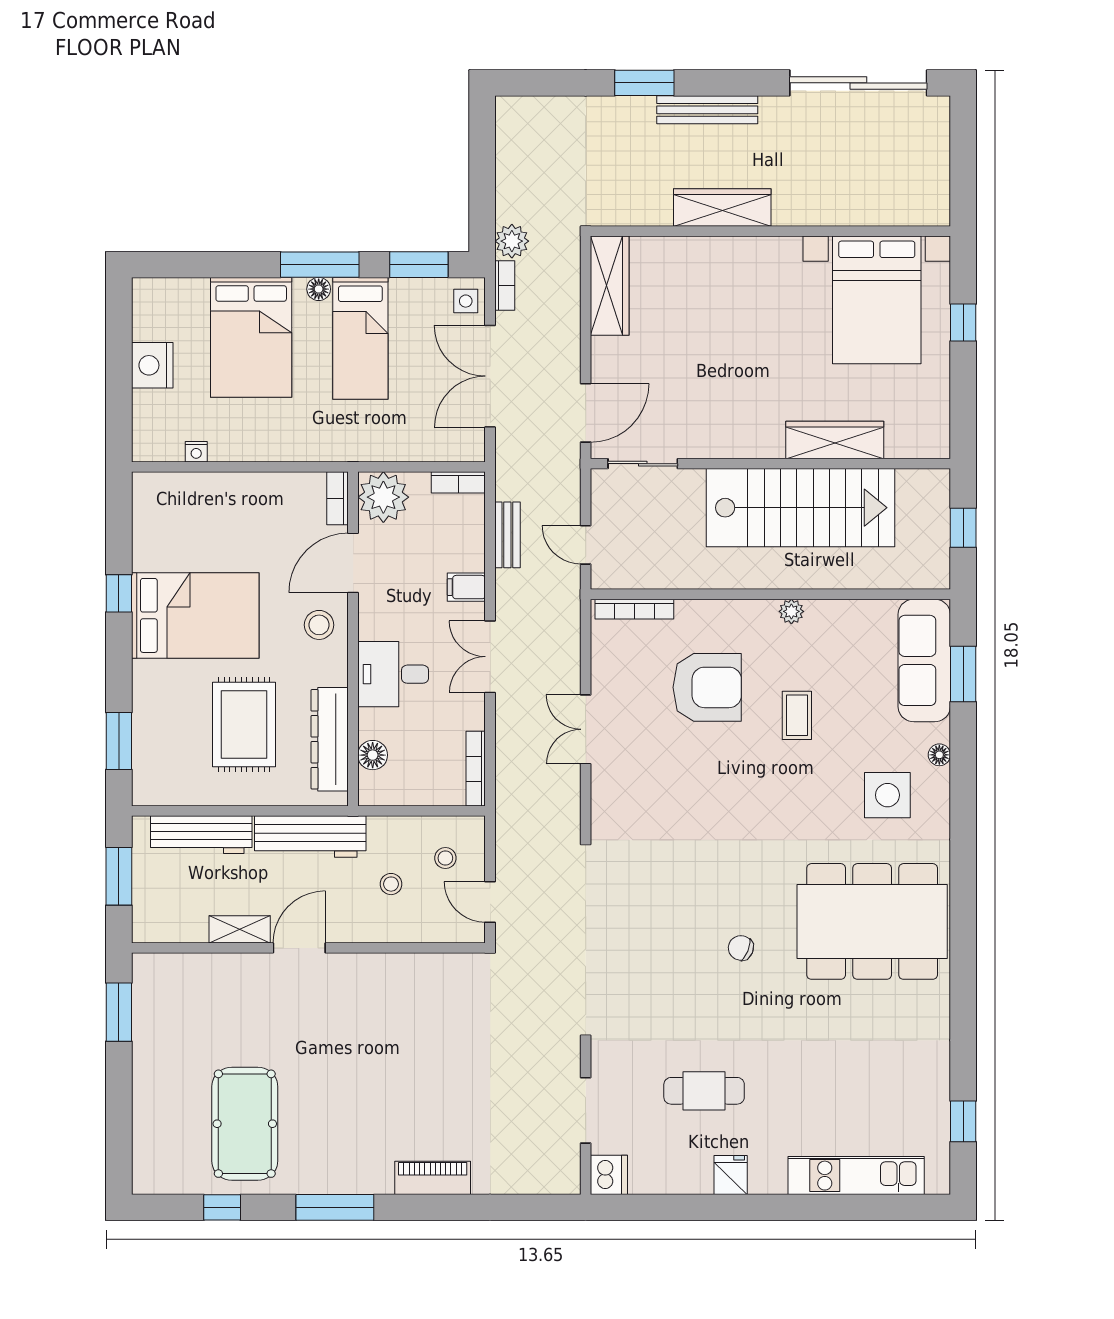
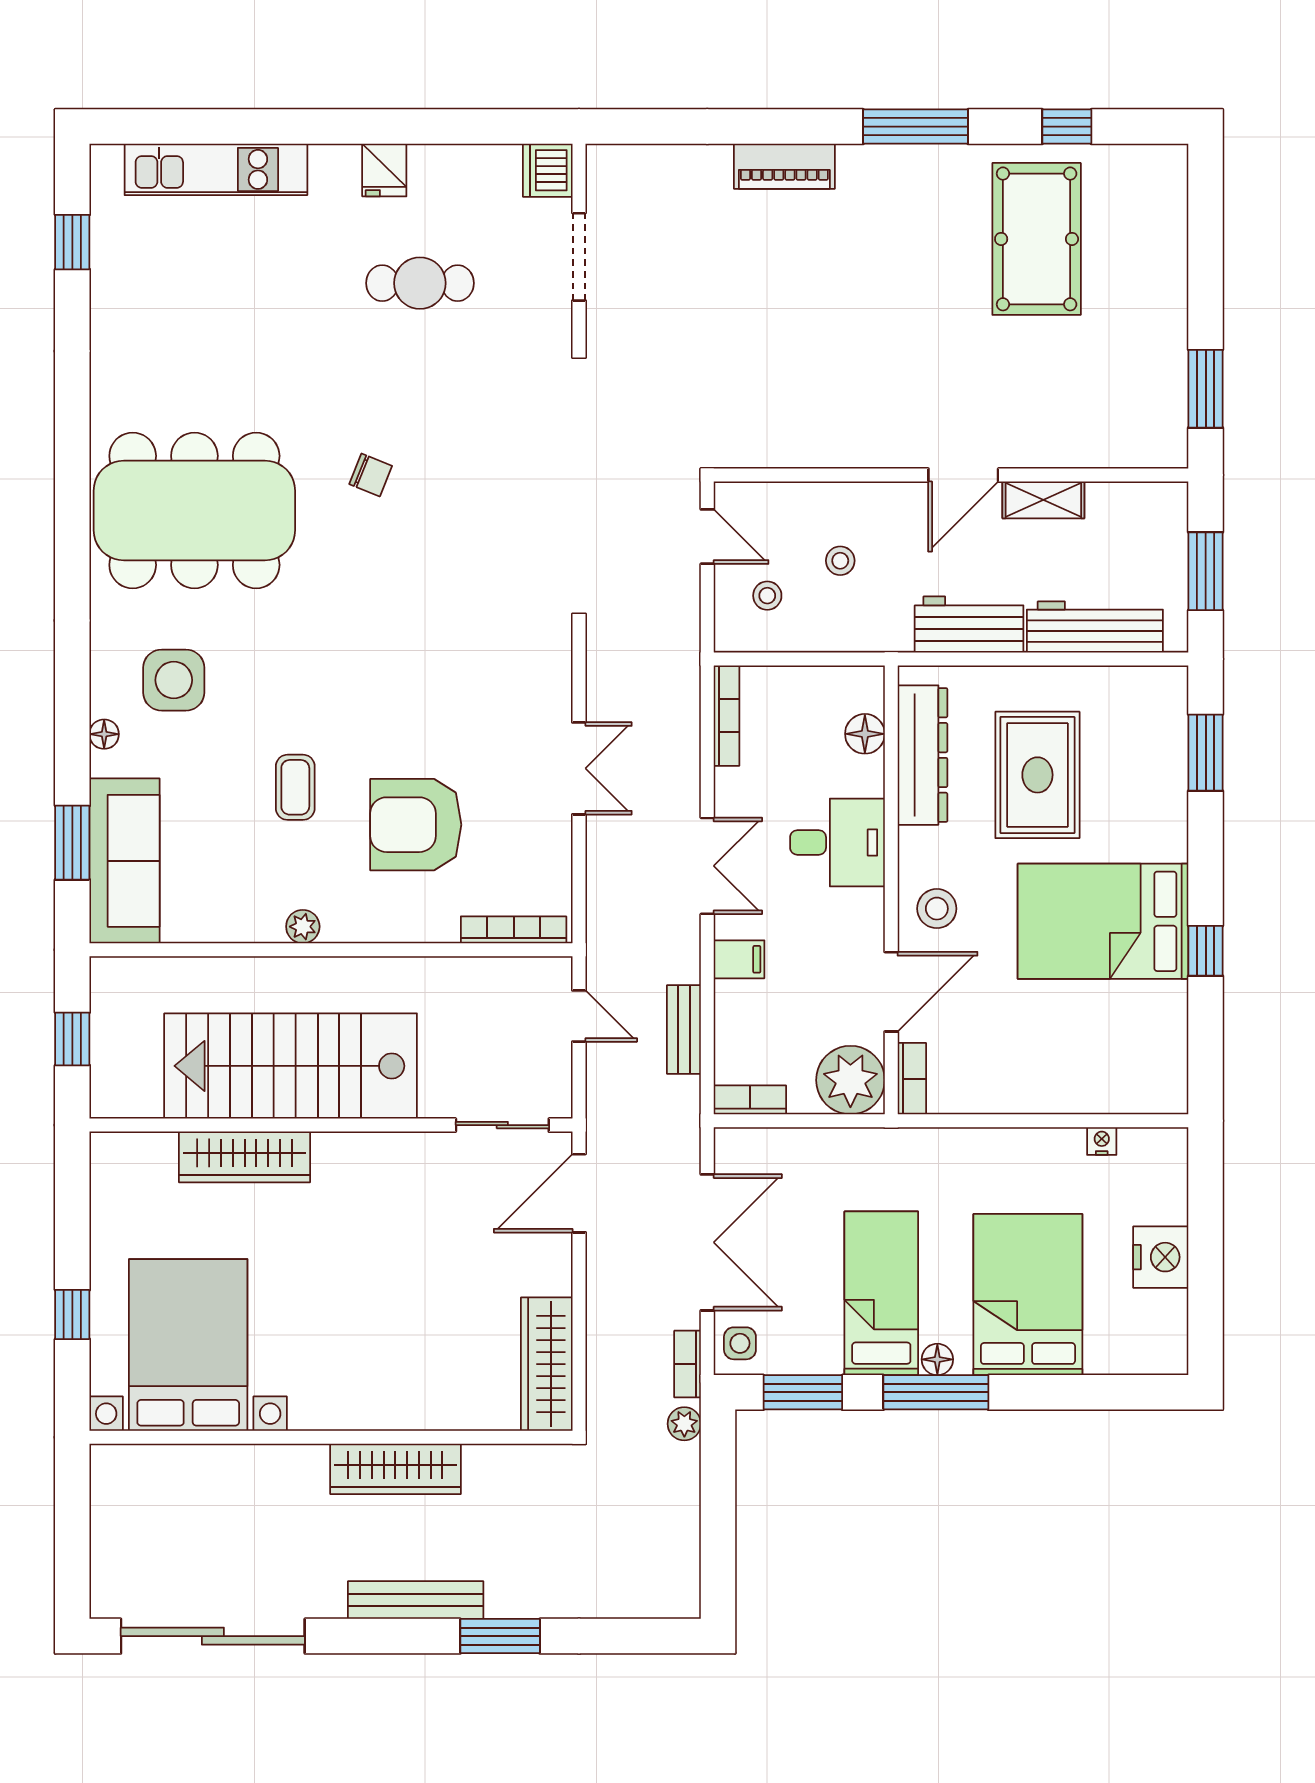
plant: (512, 241) -> (684, 1424), width x0.73, depth x0.73
workbench: (310, 837) -> (969, 624), width x0.73

